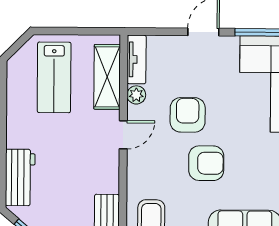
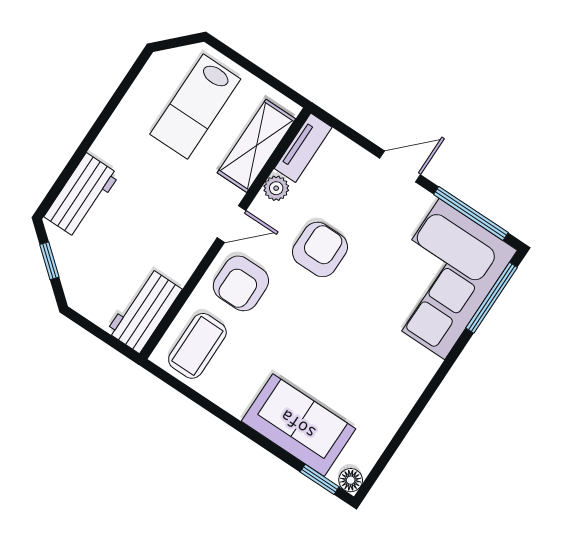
armchair: (206, 163) -> (241, 283), moved, turned 90

